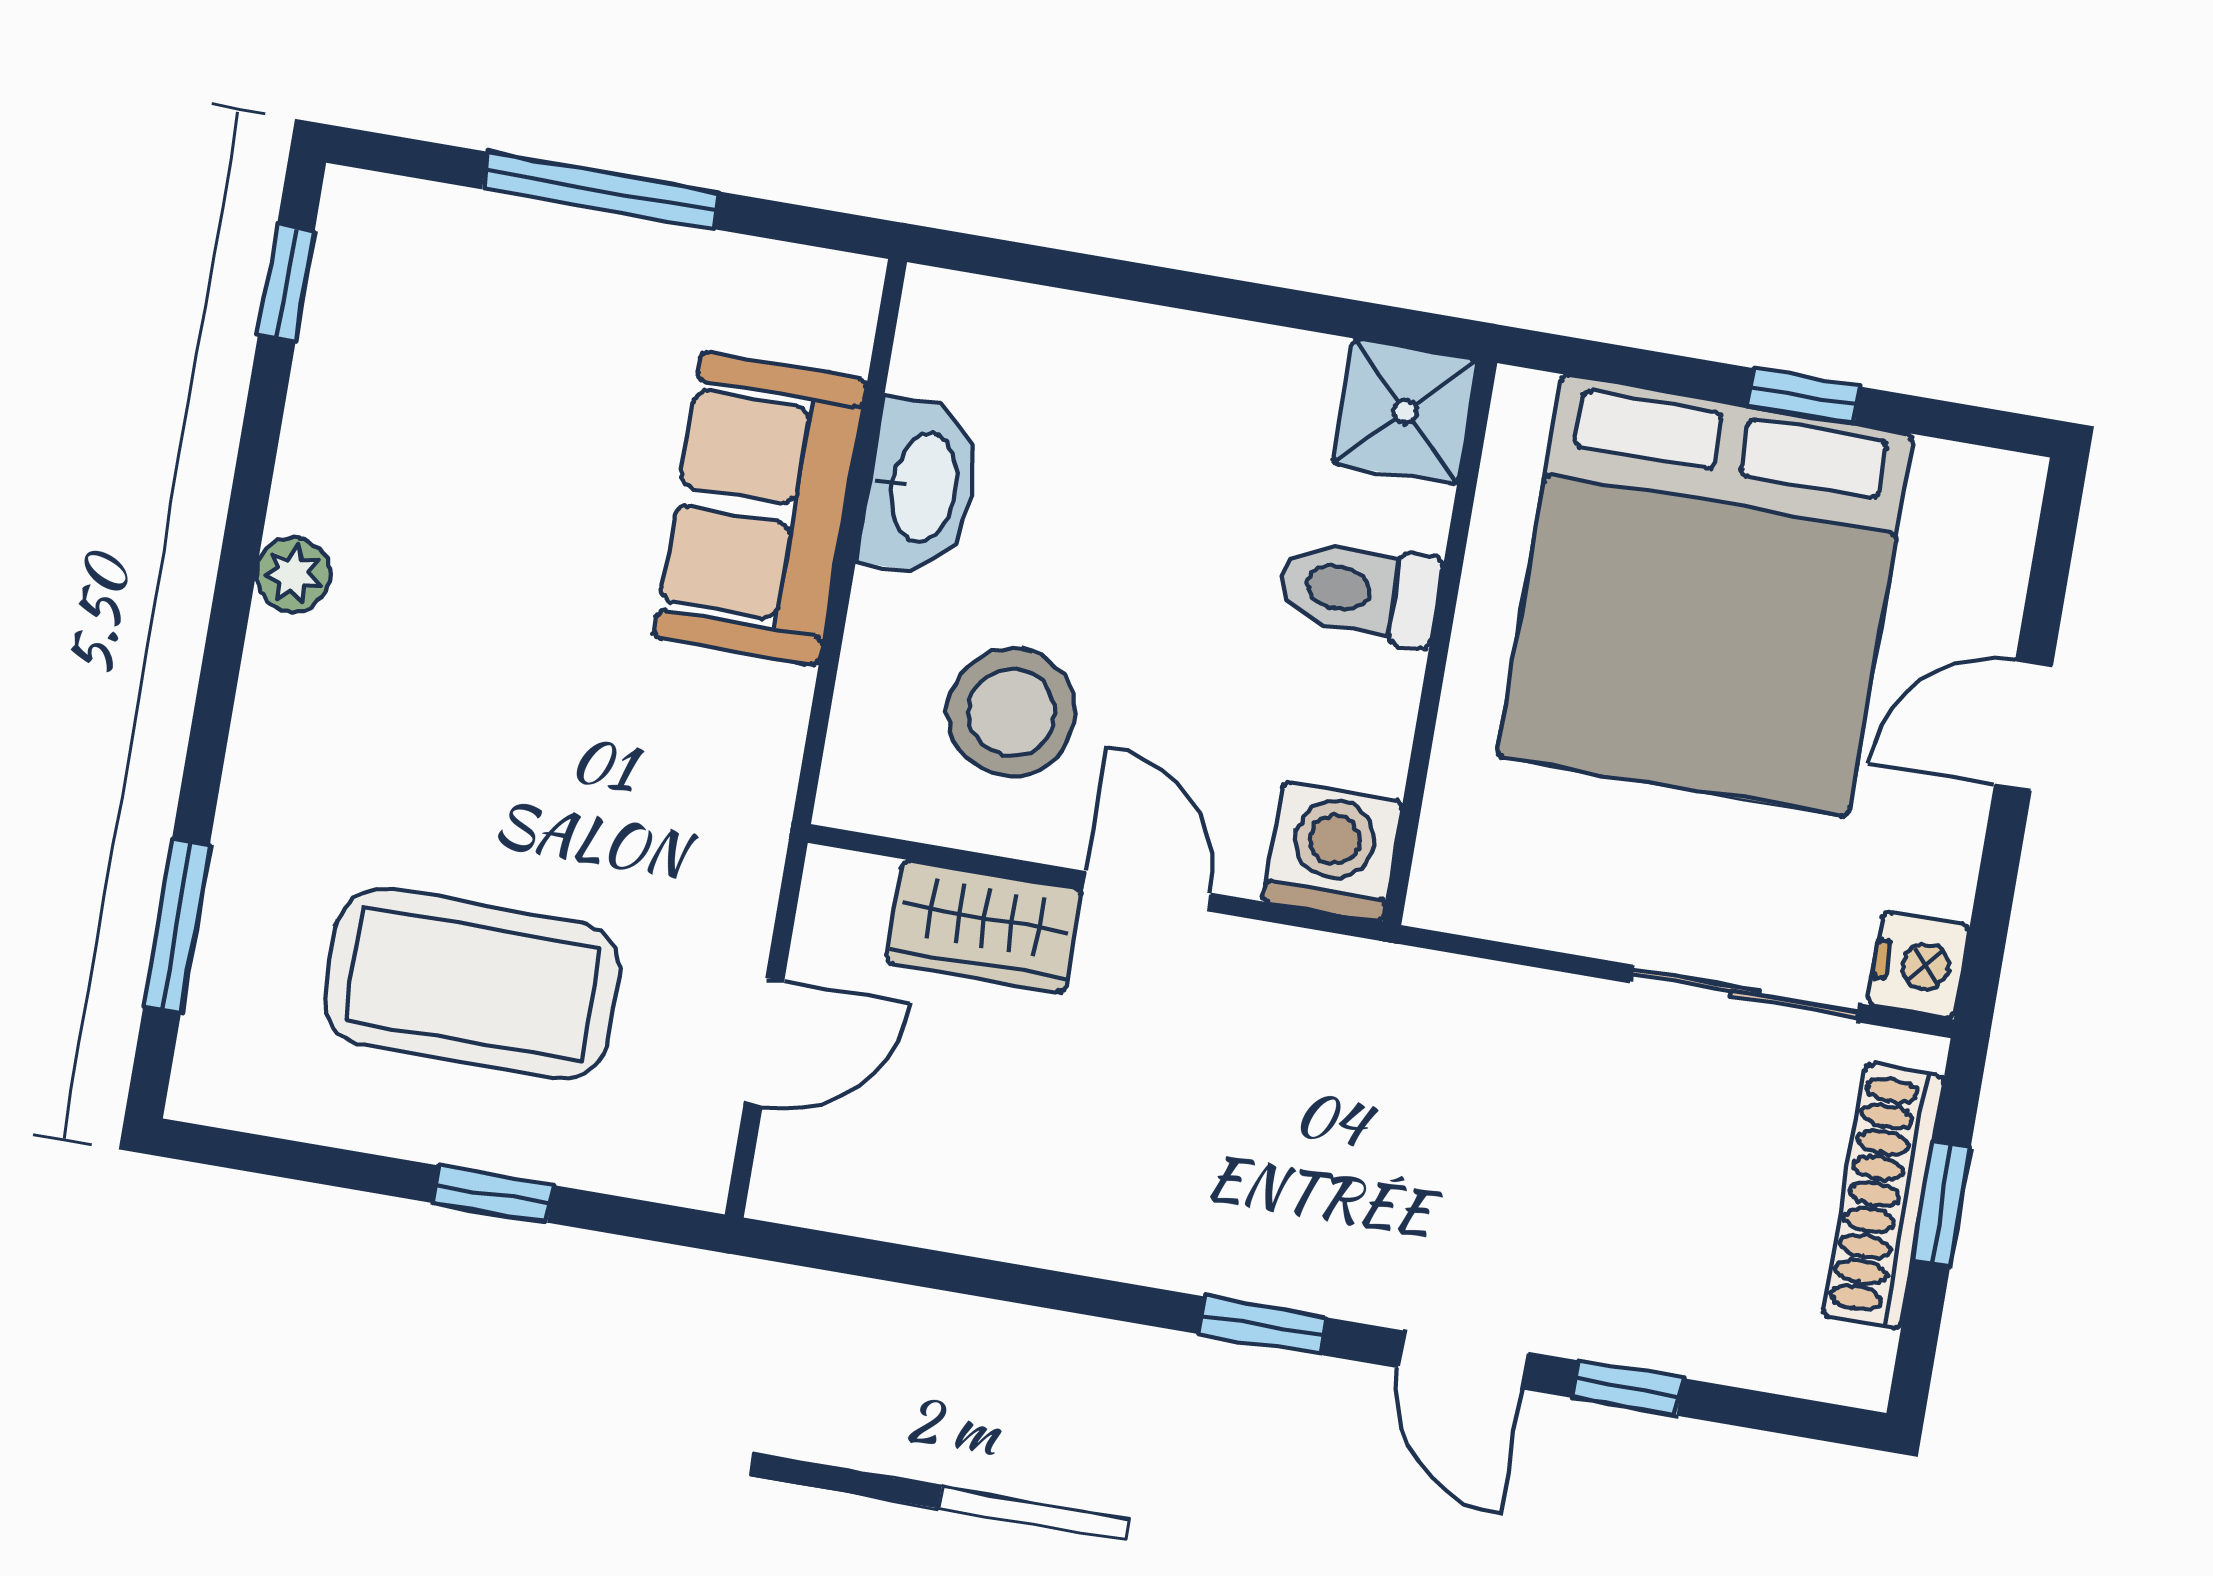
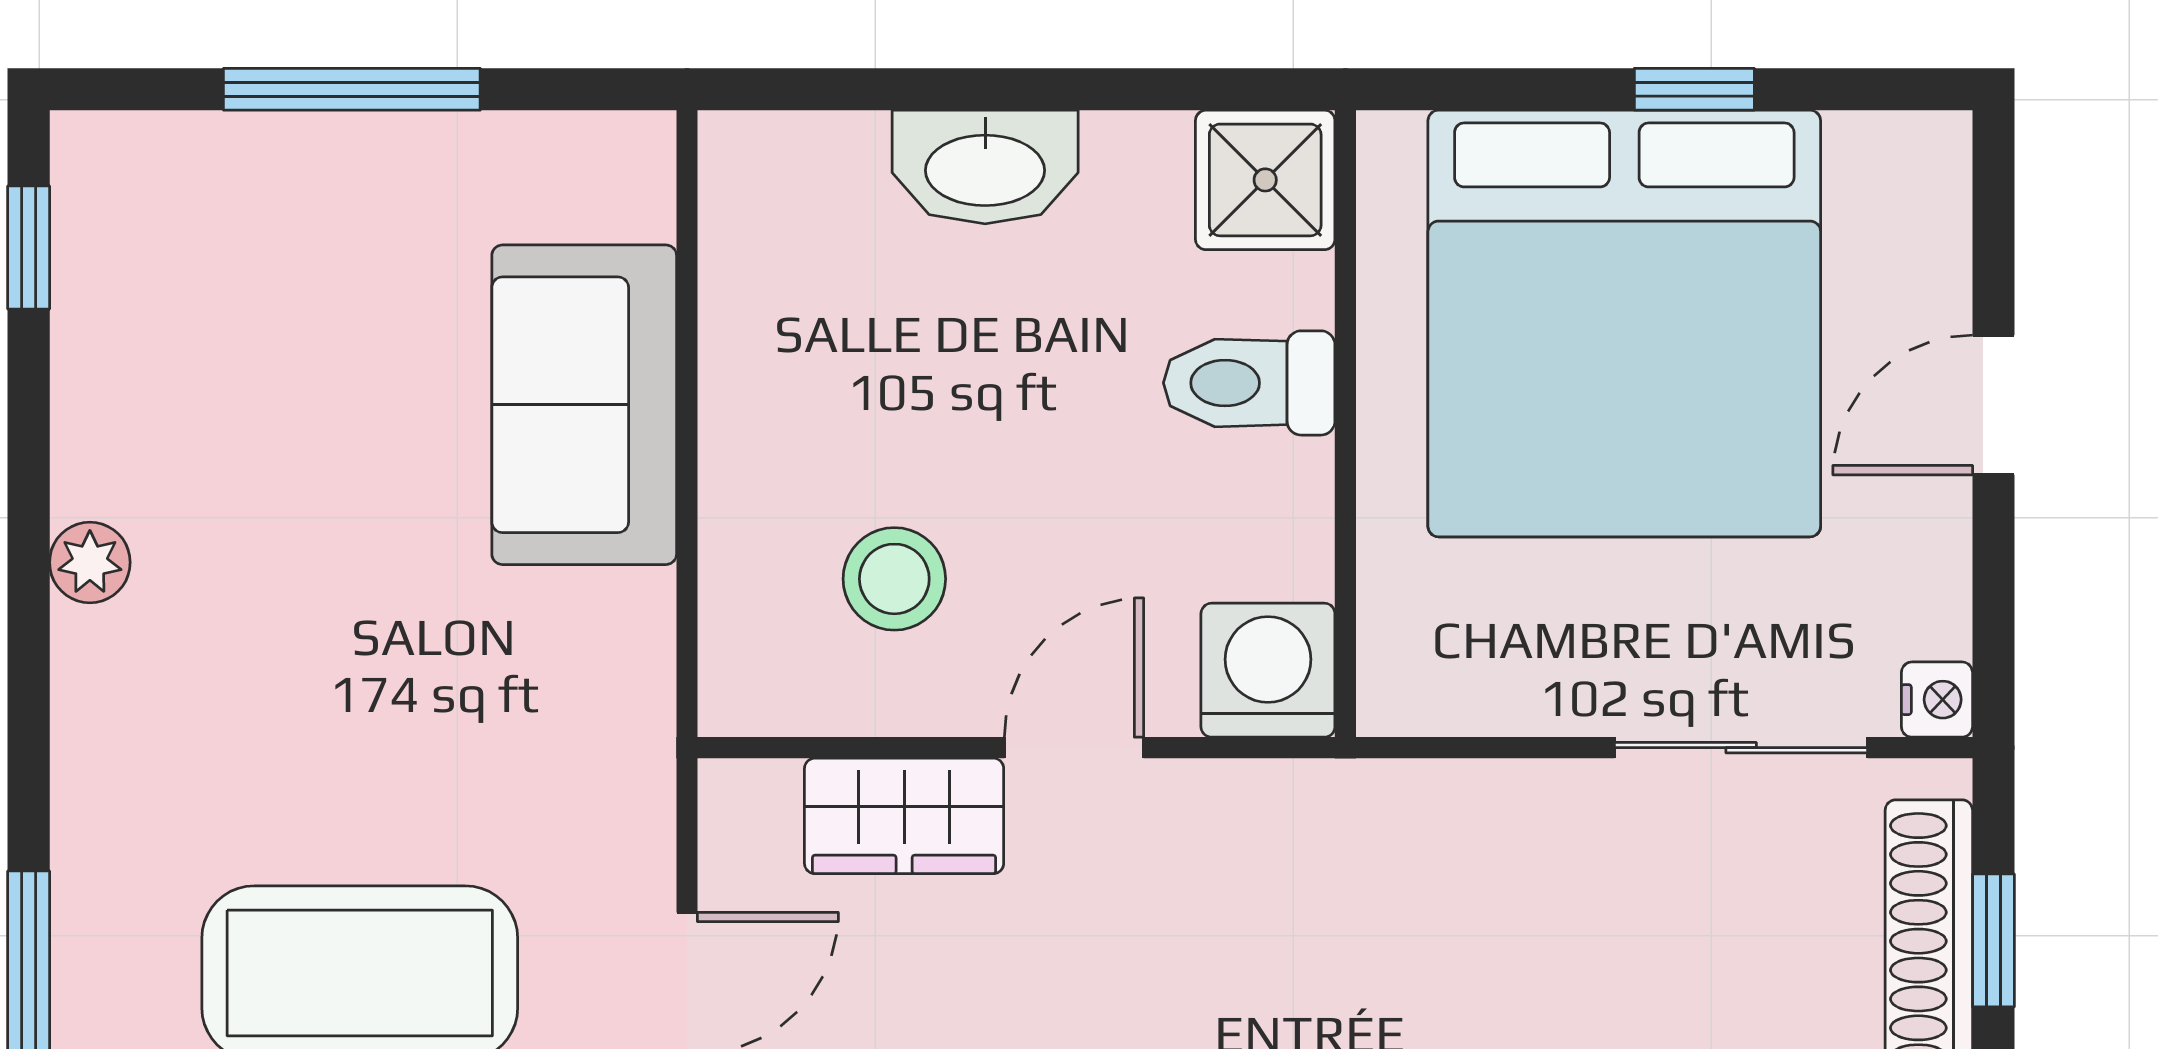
washbasin: (921, 487) -> (985, 167), moved, turned 90
stool: (1012, 712) -> (894, 579), width x0.73, depth x0.73
door: (1147, 891) -> (1074, 748), hinge flipped
nightstand: (1919, 965) -> (1937, 700), width x0.72, depth x0.74

